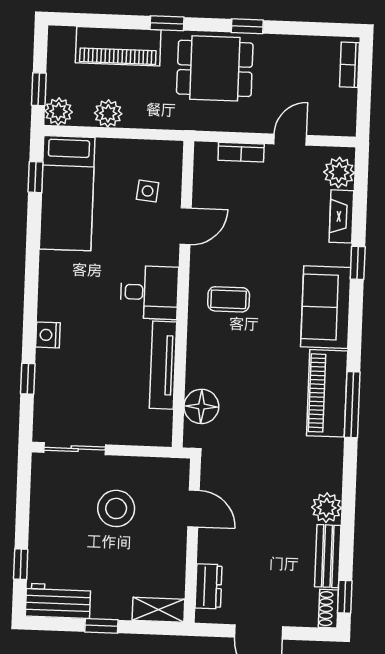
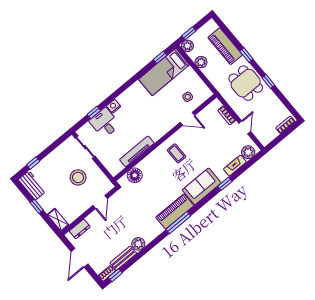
door: (290, 140) -> (245, 127), hinge flipped
desk: (149, 292) -> (105, 123), moved, turned 180

